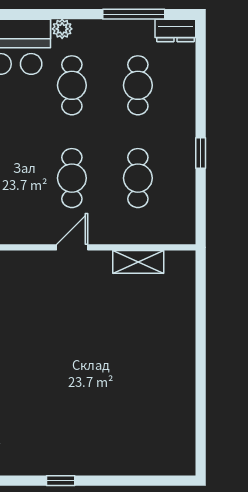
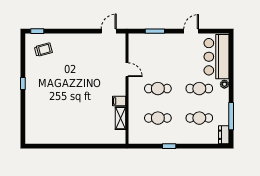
door: (72, 247) -> (127, 70), moved
filing cabinet: (100, 265) -> (119, 101), added

